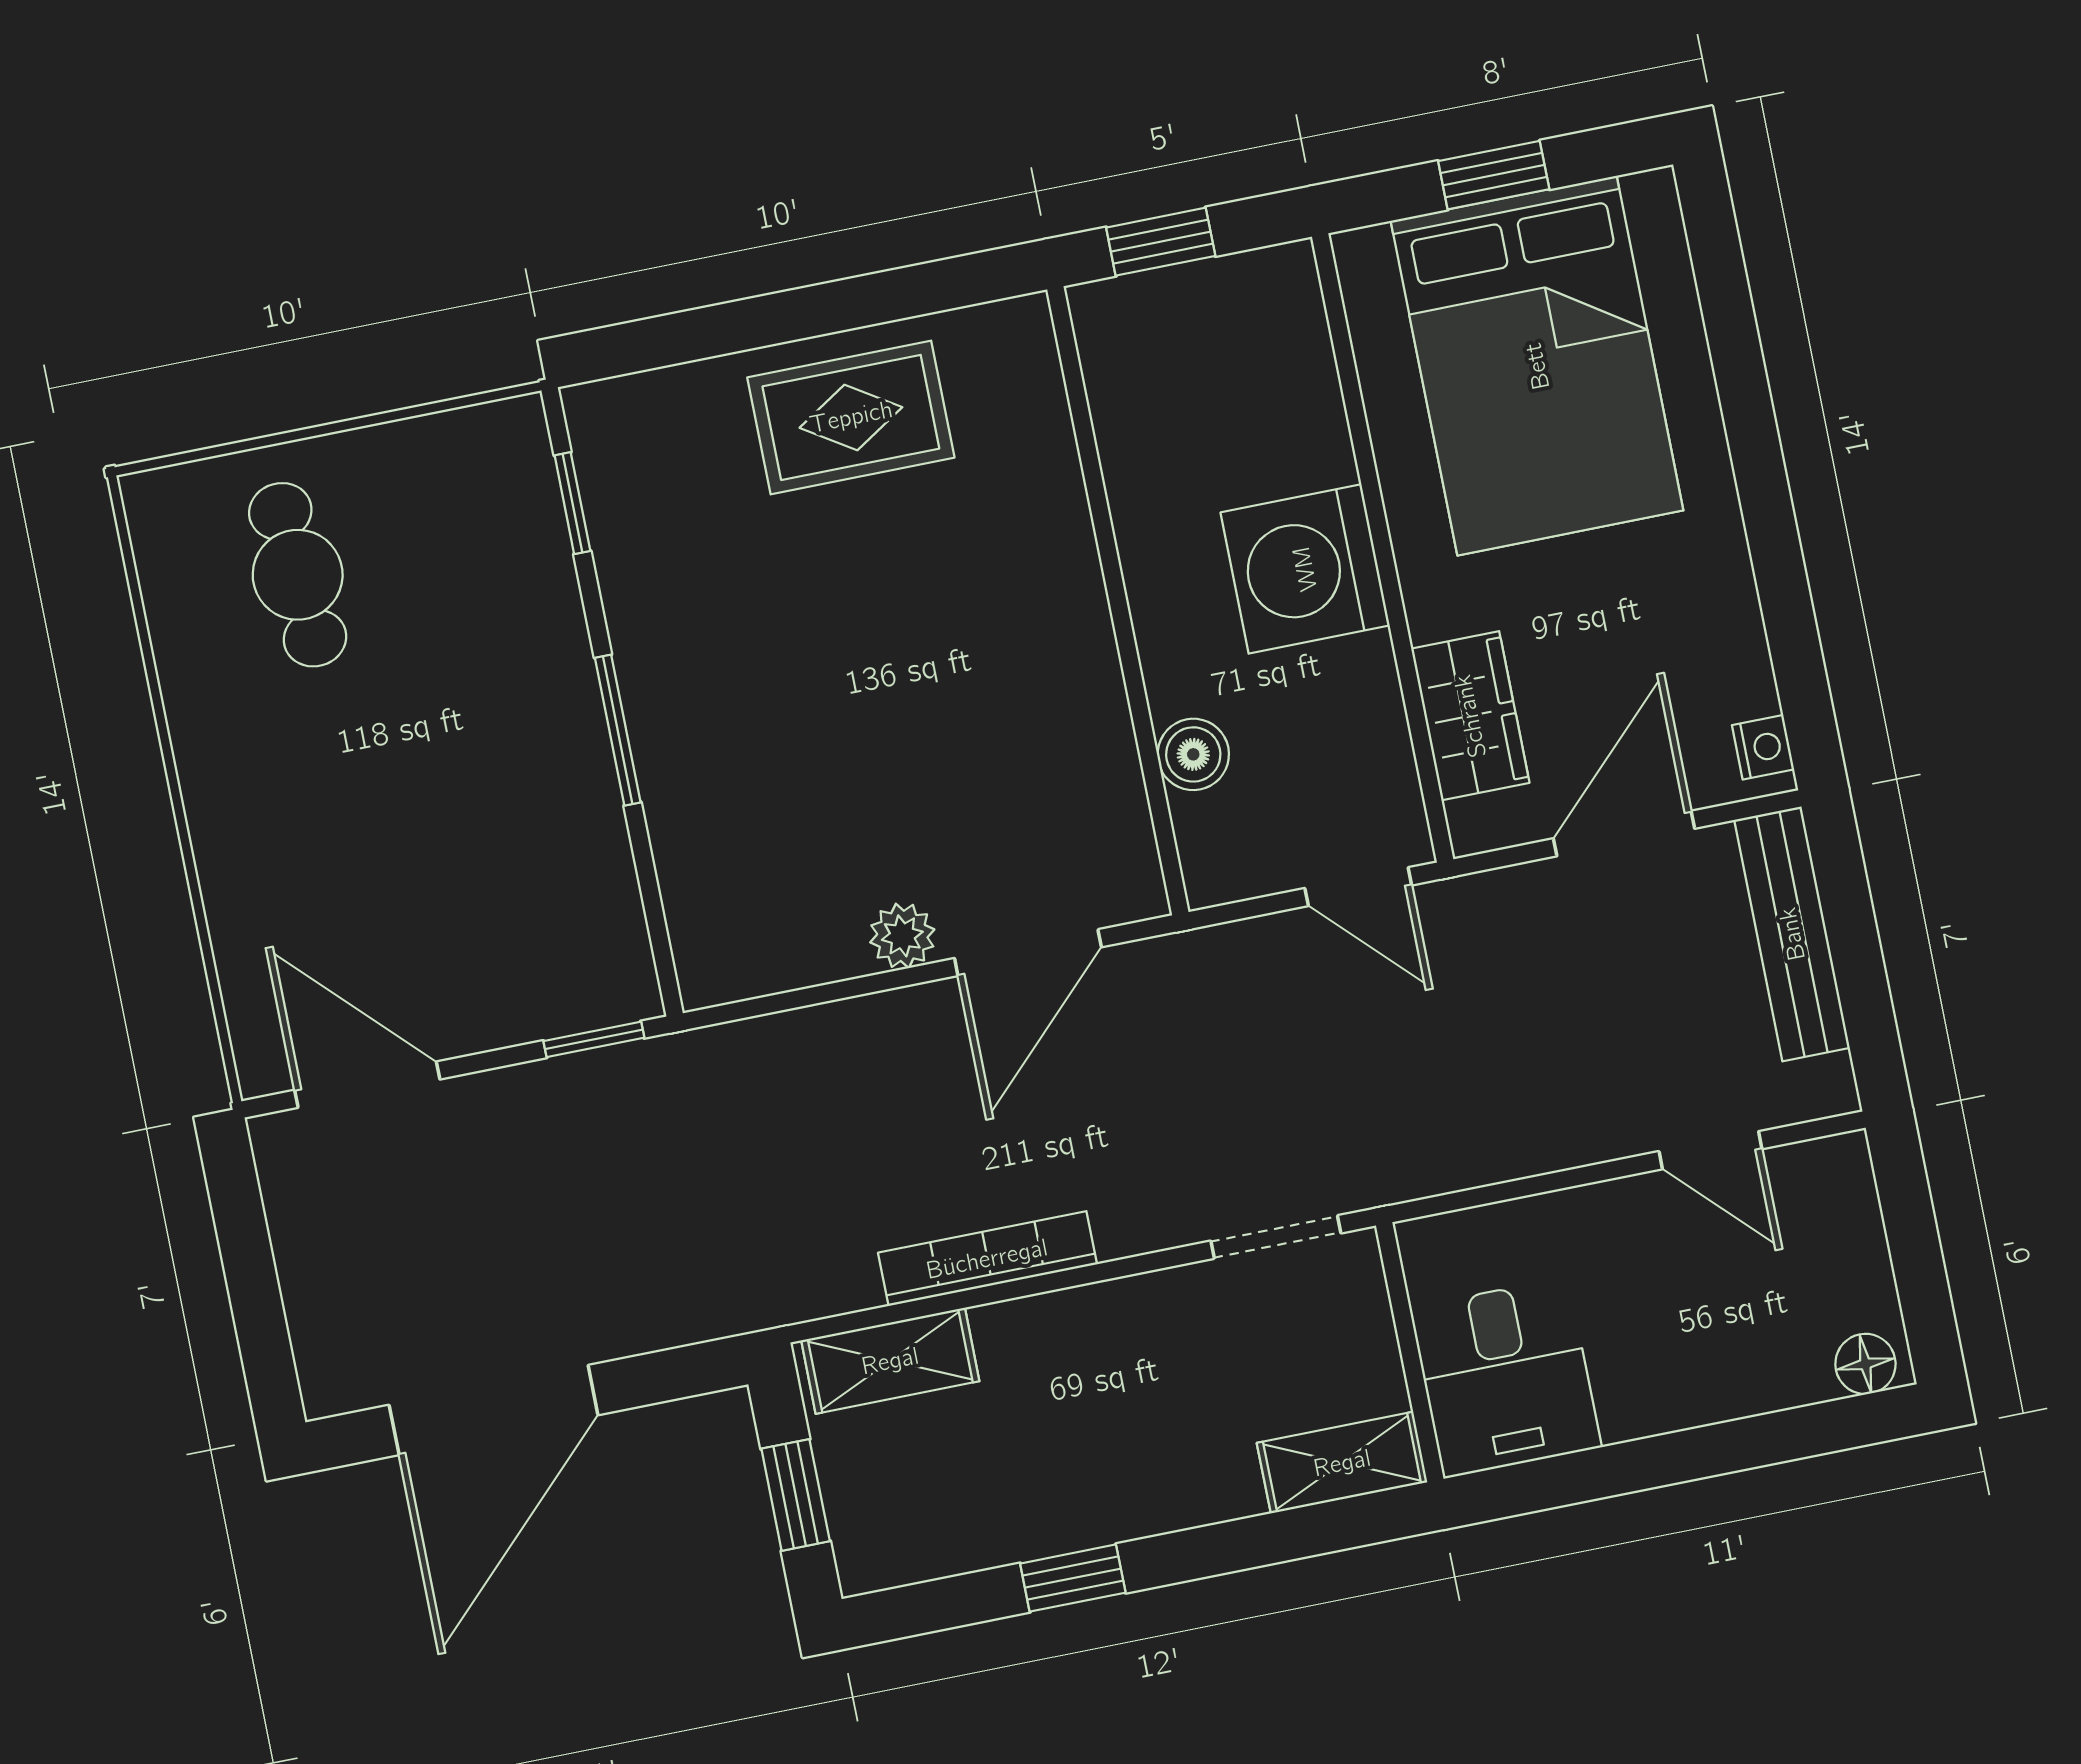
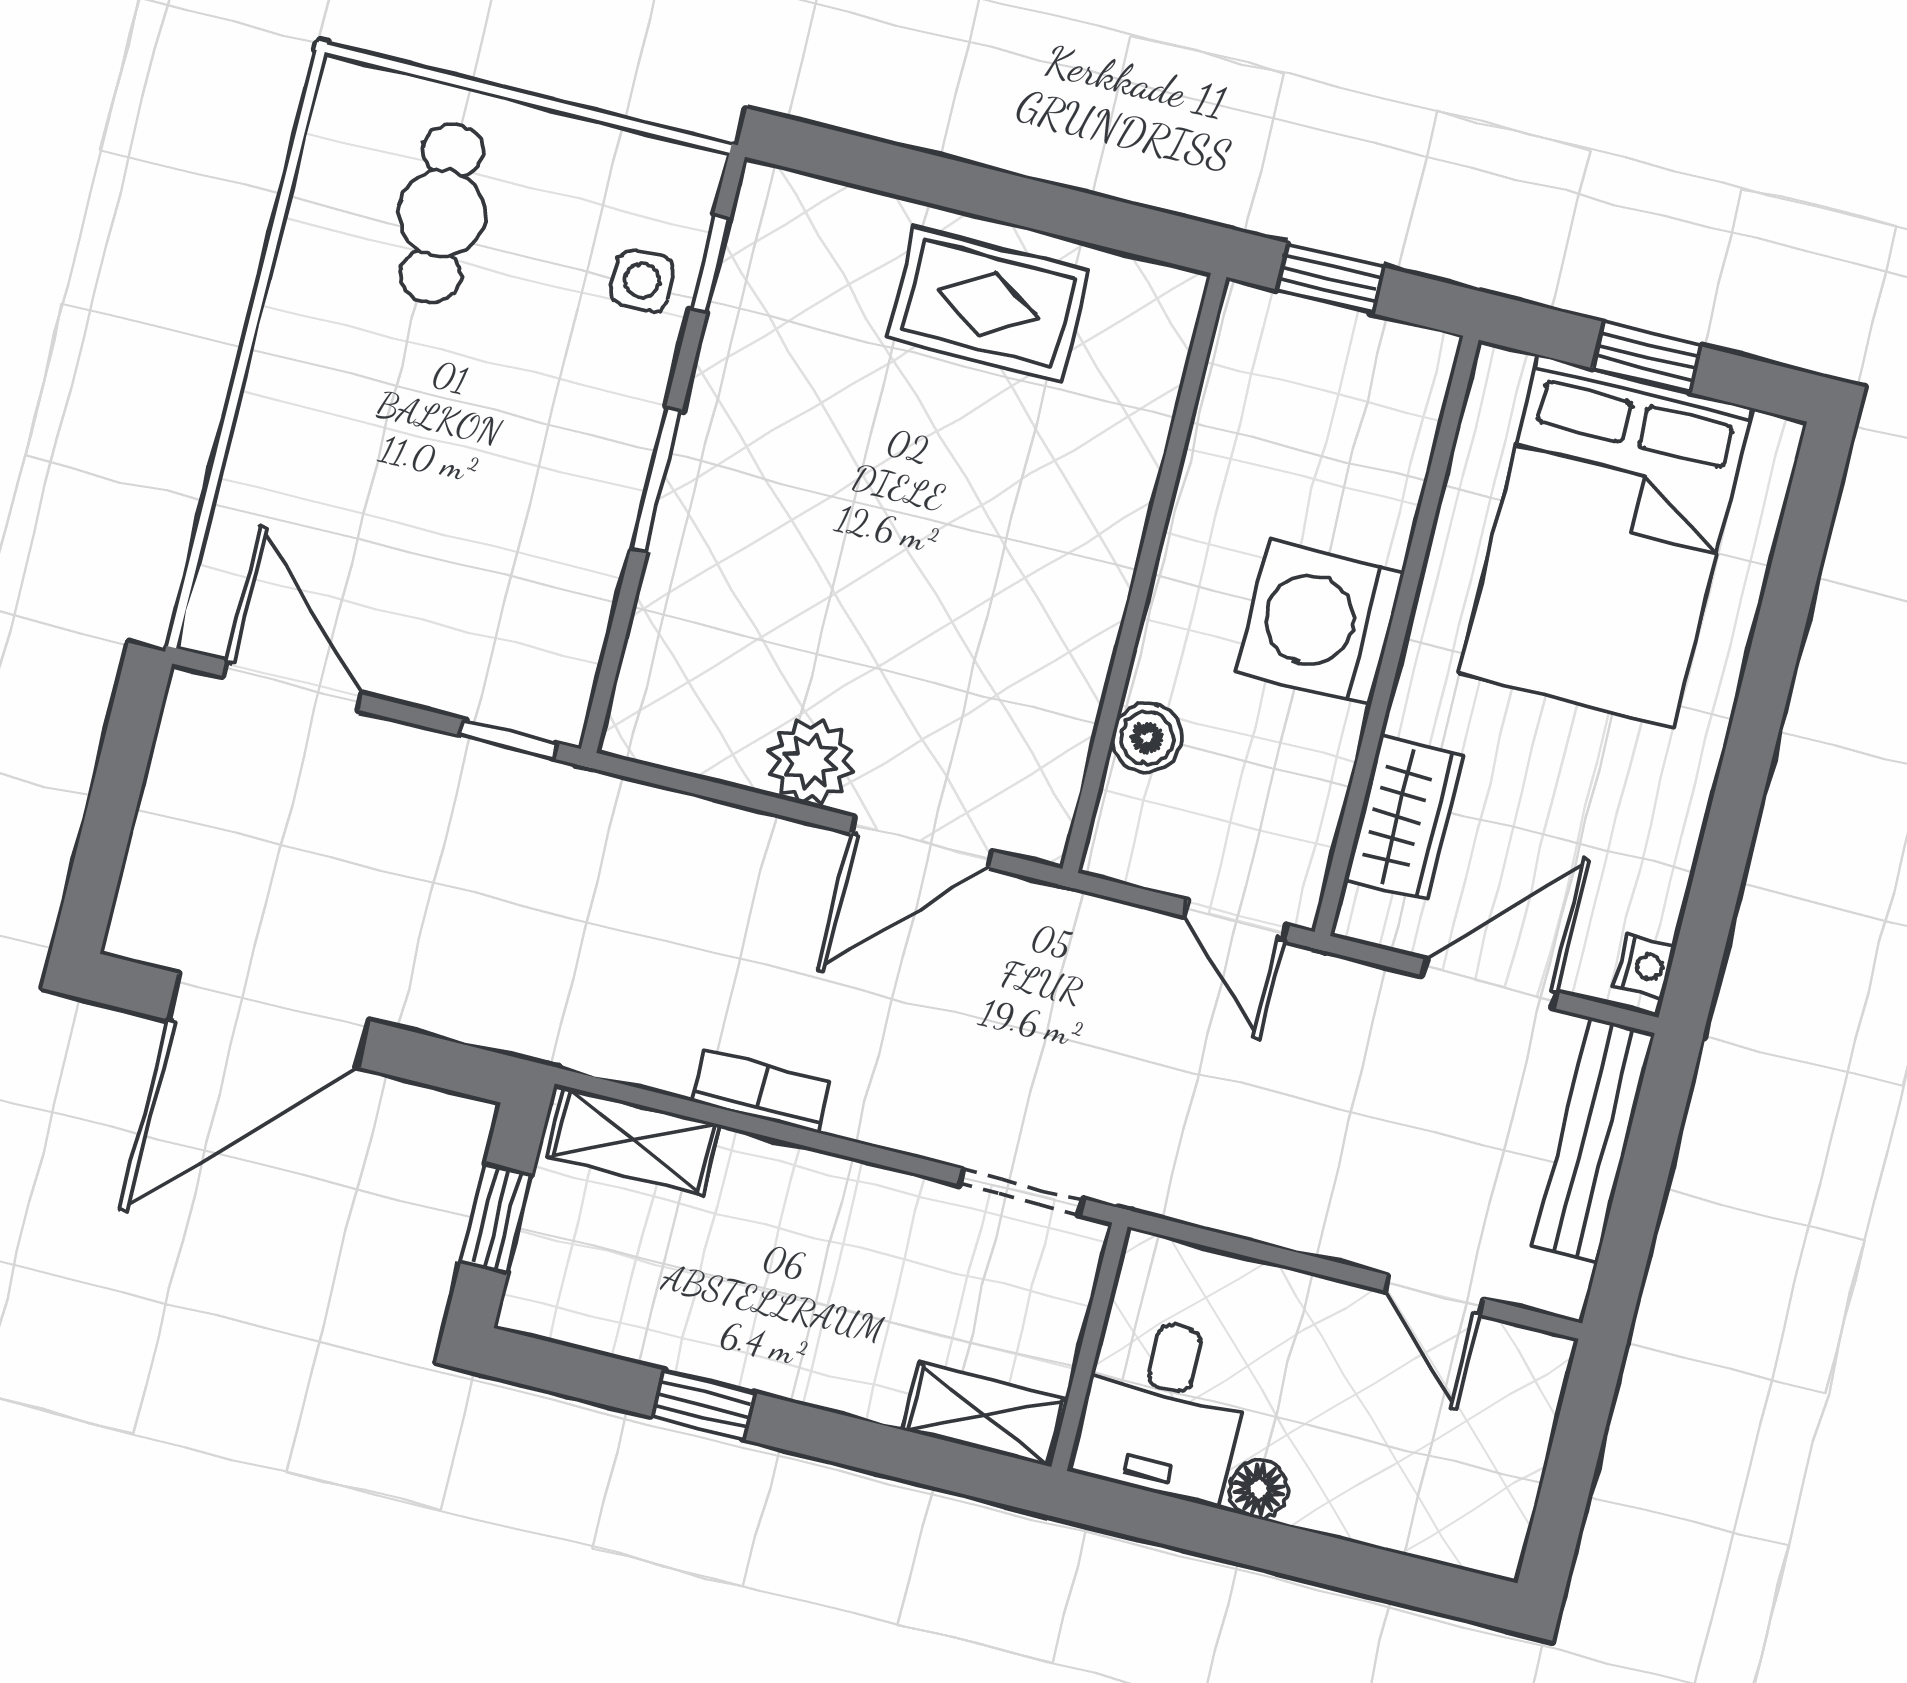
side table: (516, 549) -> (642, 280), added
plant: (902, 936) -> (811, 761), width x1.38, depth x1.38
bookcase: (987, 1259) -> (761, 1092), width x0.64
floor lamp: (1865, 1364) -> (1259, 1489), moved

